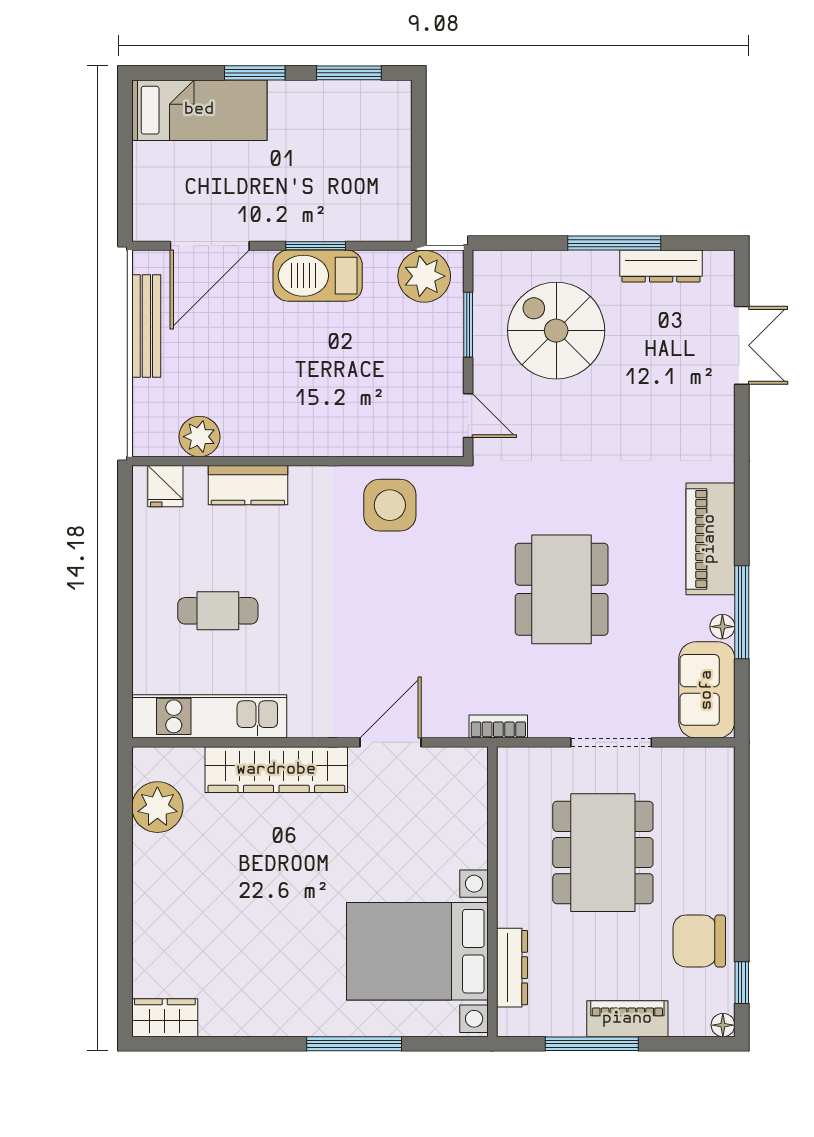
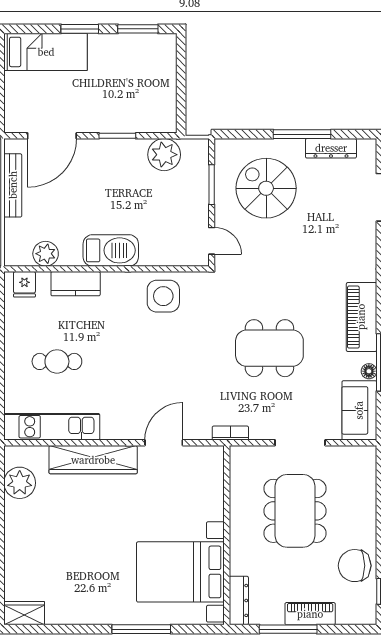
barbecue: (318, 276) -> (111, 250), moved, turned 180
plant: (424, 276) -> (164, 155), moved
dining table: (562, 589) -> (269, 348), turned 90
dresser: (512, 968) -> (239, 600), moved
floor lamp: (723, 1025) -> (369, 618), removed

